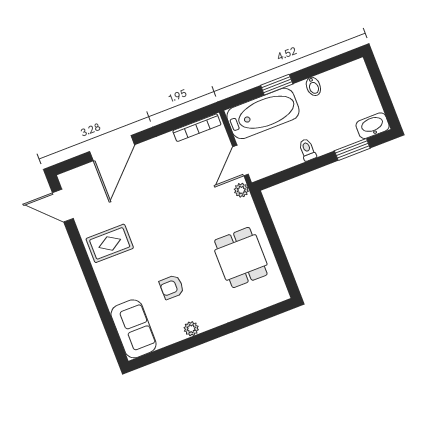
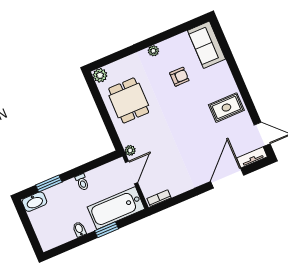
bookcase: (197, 128) -> (159, 198), width x0.64
tv unit: (78, 175) -> (252, 157), added
plant: (278, 293) -> (100, 75), added
plant: (191, 329) -> (153, 51), moved

